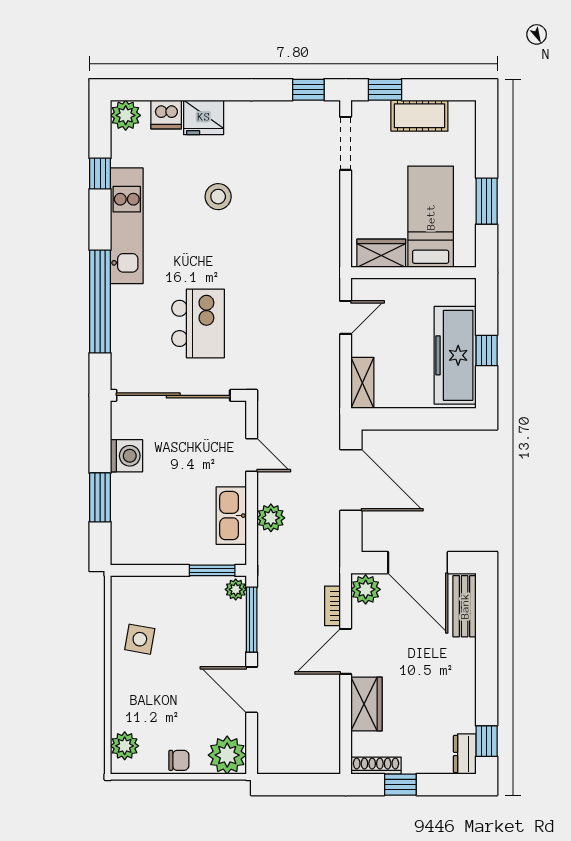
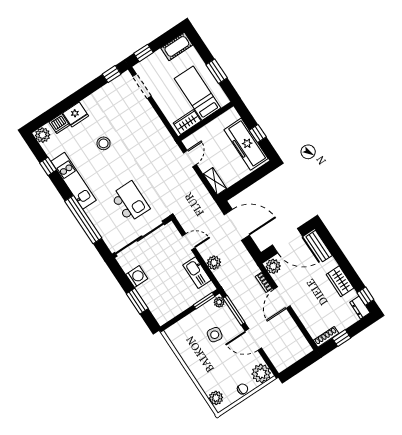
cot: (419, 116) -> (177, 46), moved
side table: (140, 639) -> (215, 335), moved
wardrobe: (366, 704) -> (340, 281), moved, turned 180

